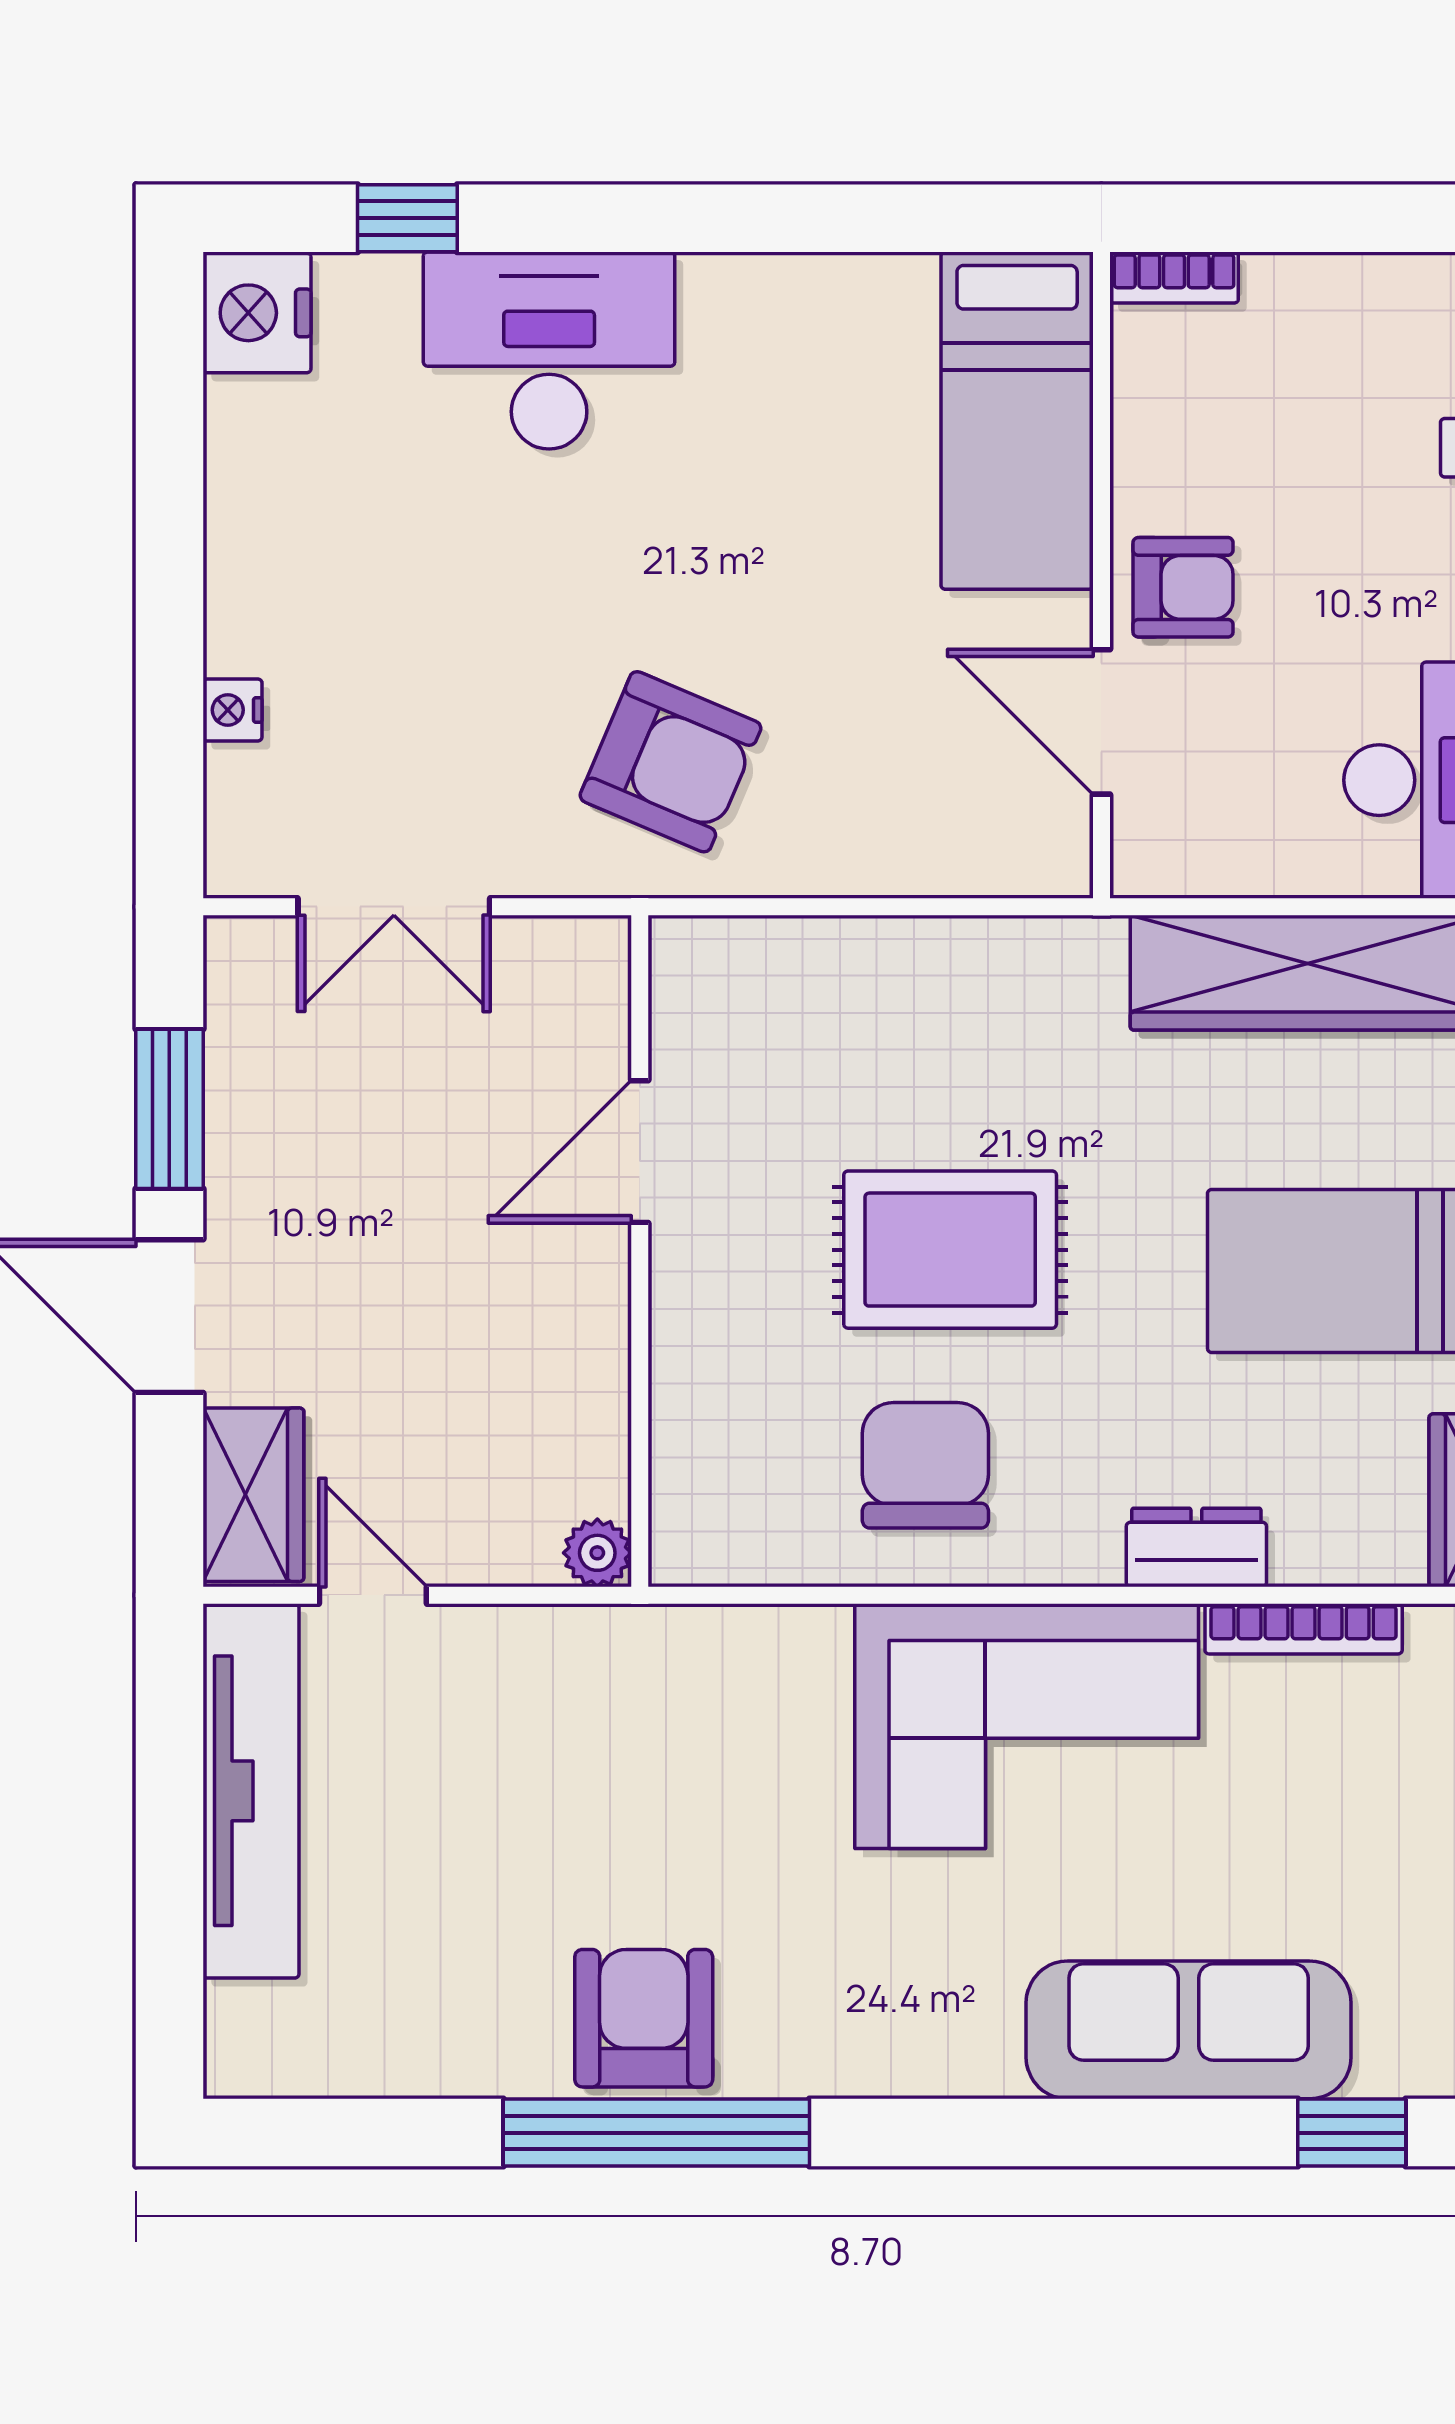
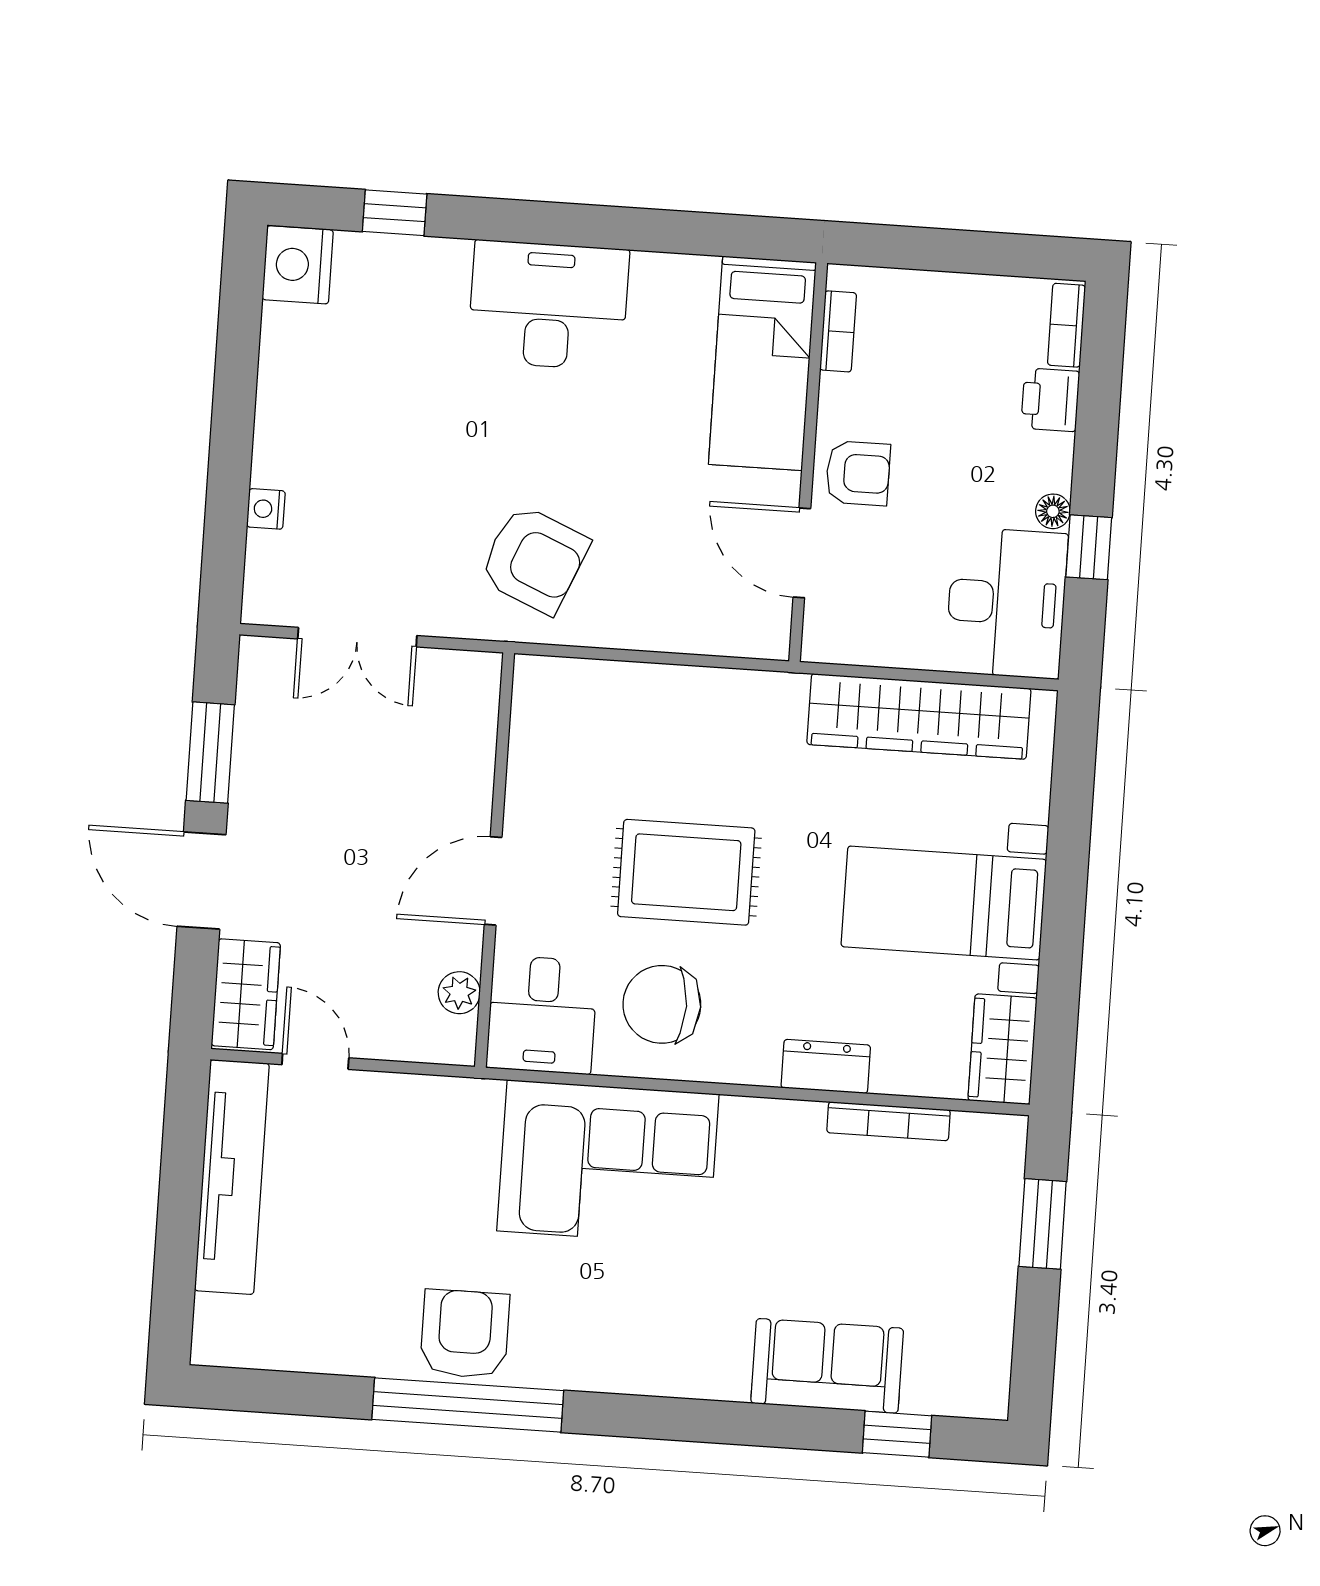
bookcase: (1174, 278) -> (838, 331), moved, turned -90
desk: (549, 350) -> (548, 305), moved
door: (640, 1152) -> (493, 881), moved
chair: (925, 1465) -> (662, 1004), turned -90
desk: (733, 1495) -> (542, 1015), added
plant: (597, 1553) -> (459, 993), moved
corner sofa: (1027, 1726) -> (608, 1162), moved
sofa: (1189, 2030) -> (827, 1366), width x0.73

